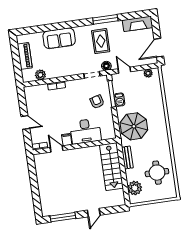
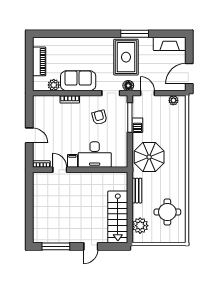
sofa: (59, 38) -> (78, 81), moved, turned 180
rug: (101, 41) -> (126, 57), width x1.36, depth x1.43
armchair: (97, 102) -> (99, 117), moved
stairs: (111, 167) -> (118, 217), moved

